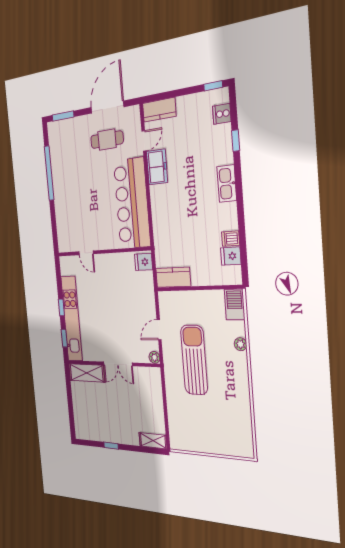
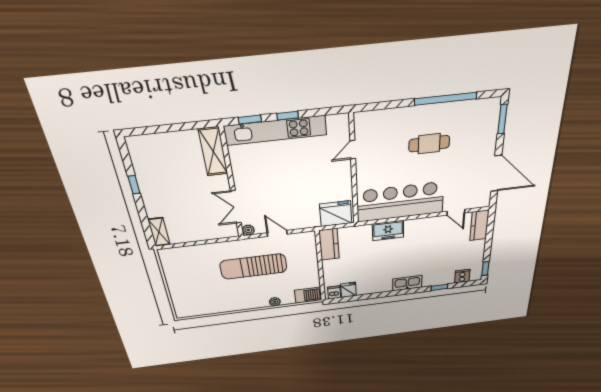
cafe table: (107, 140) -> (429, 144), moved, turned 90
freezer: (157, 167) -> (388, 230), moved
dishwasher: (231, 239) -> (334, 292), moved
fridge: (144, 262) -> (336, 214), width x1.88, depth x1.34
sun lounger: (194, 360) -> (254, 266), turned 180
double door: (118, 364) -> (236, 207), moved

